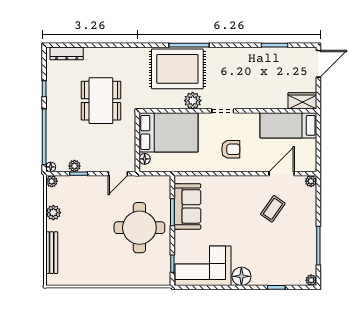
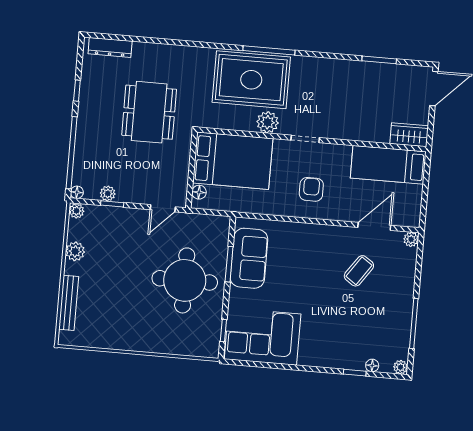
armchair: (231, 149) -> (311, 189), turned -90
floor lamp: (241, 276) -> (372, 365), moved, width x0.53, depth x0.53

